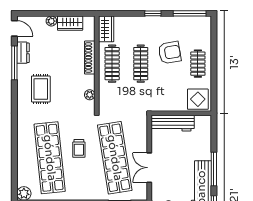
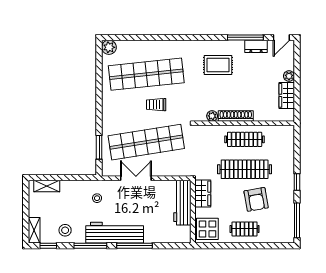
wardrobe: (106, 29) -> (203, 193), moved, turned -90
shoe rack: (90, 58) -> (236, 116), moved
clothes rail: (141, 64) -> (245, 169), width x1.37, depth x1.31

